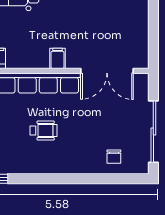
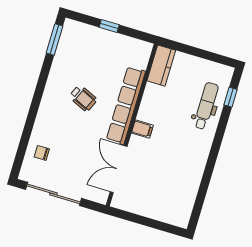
wheelchair: (43, 130) -> (83, 98), turned -66

